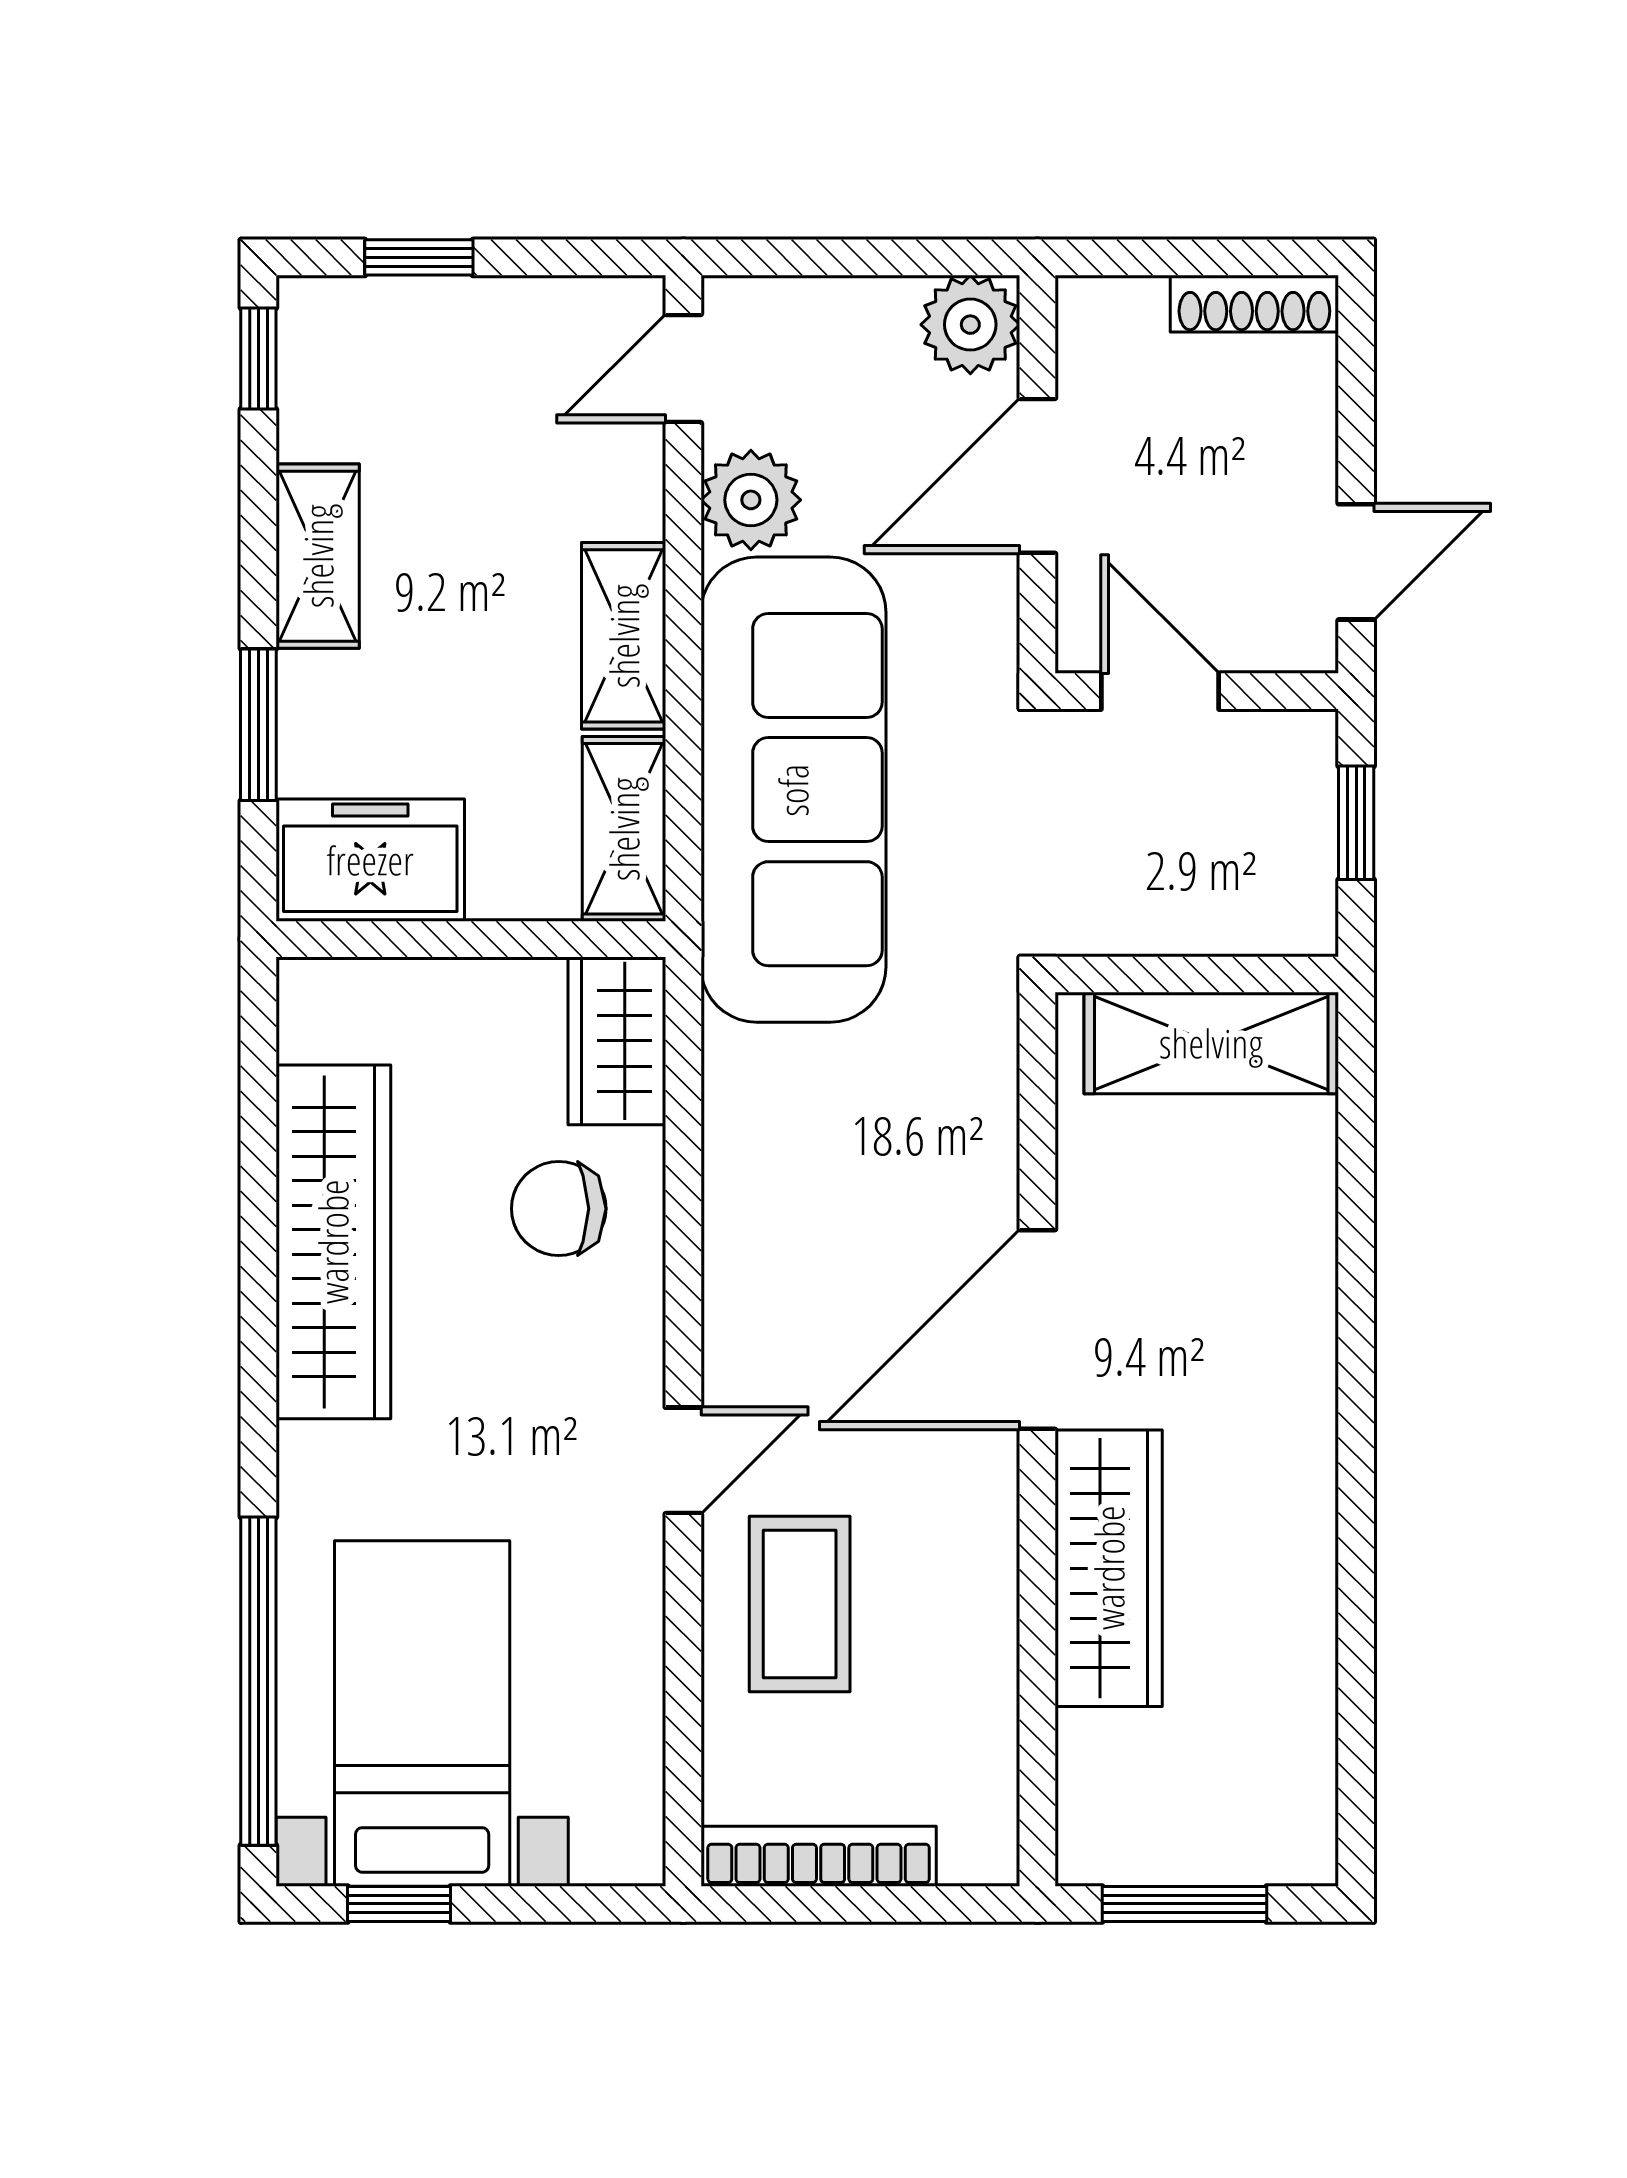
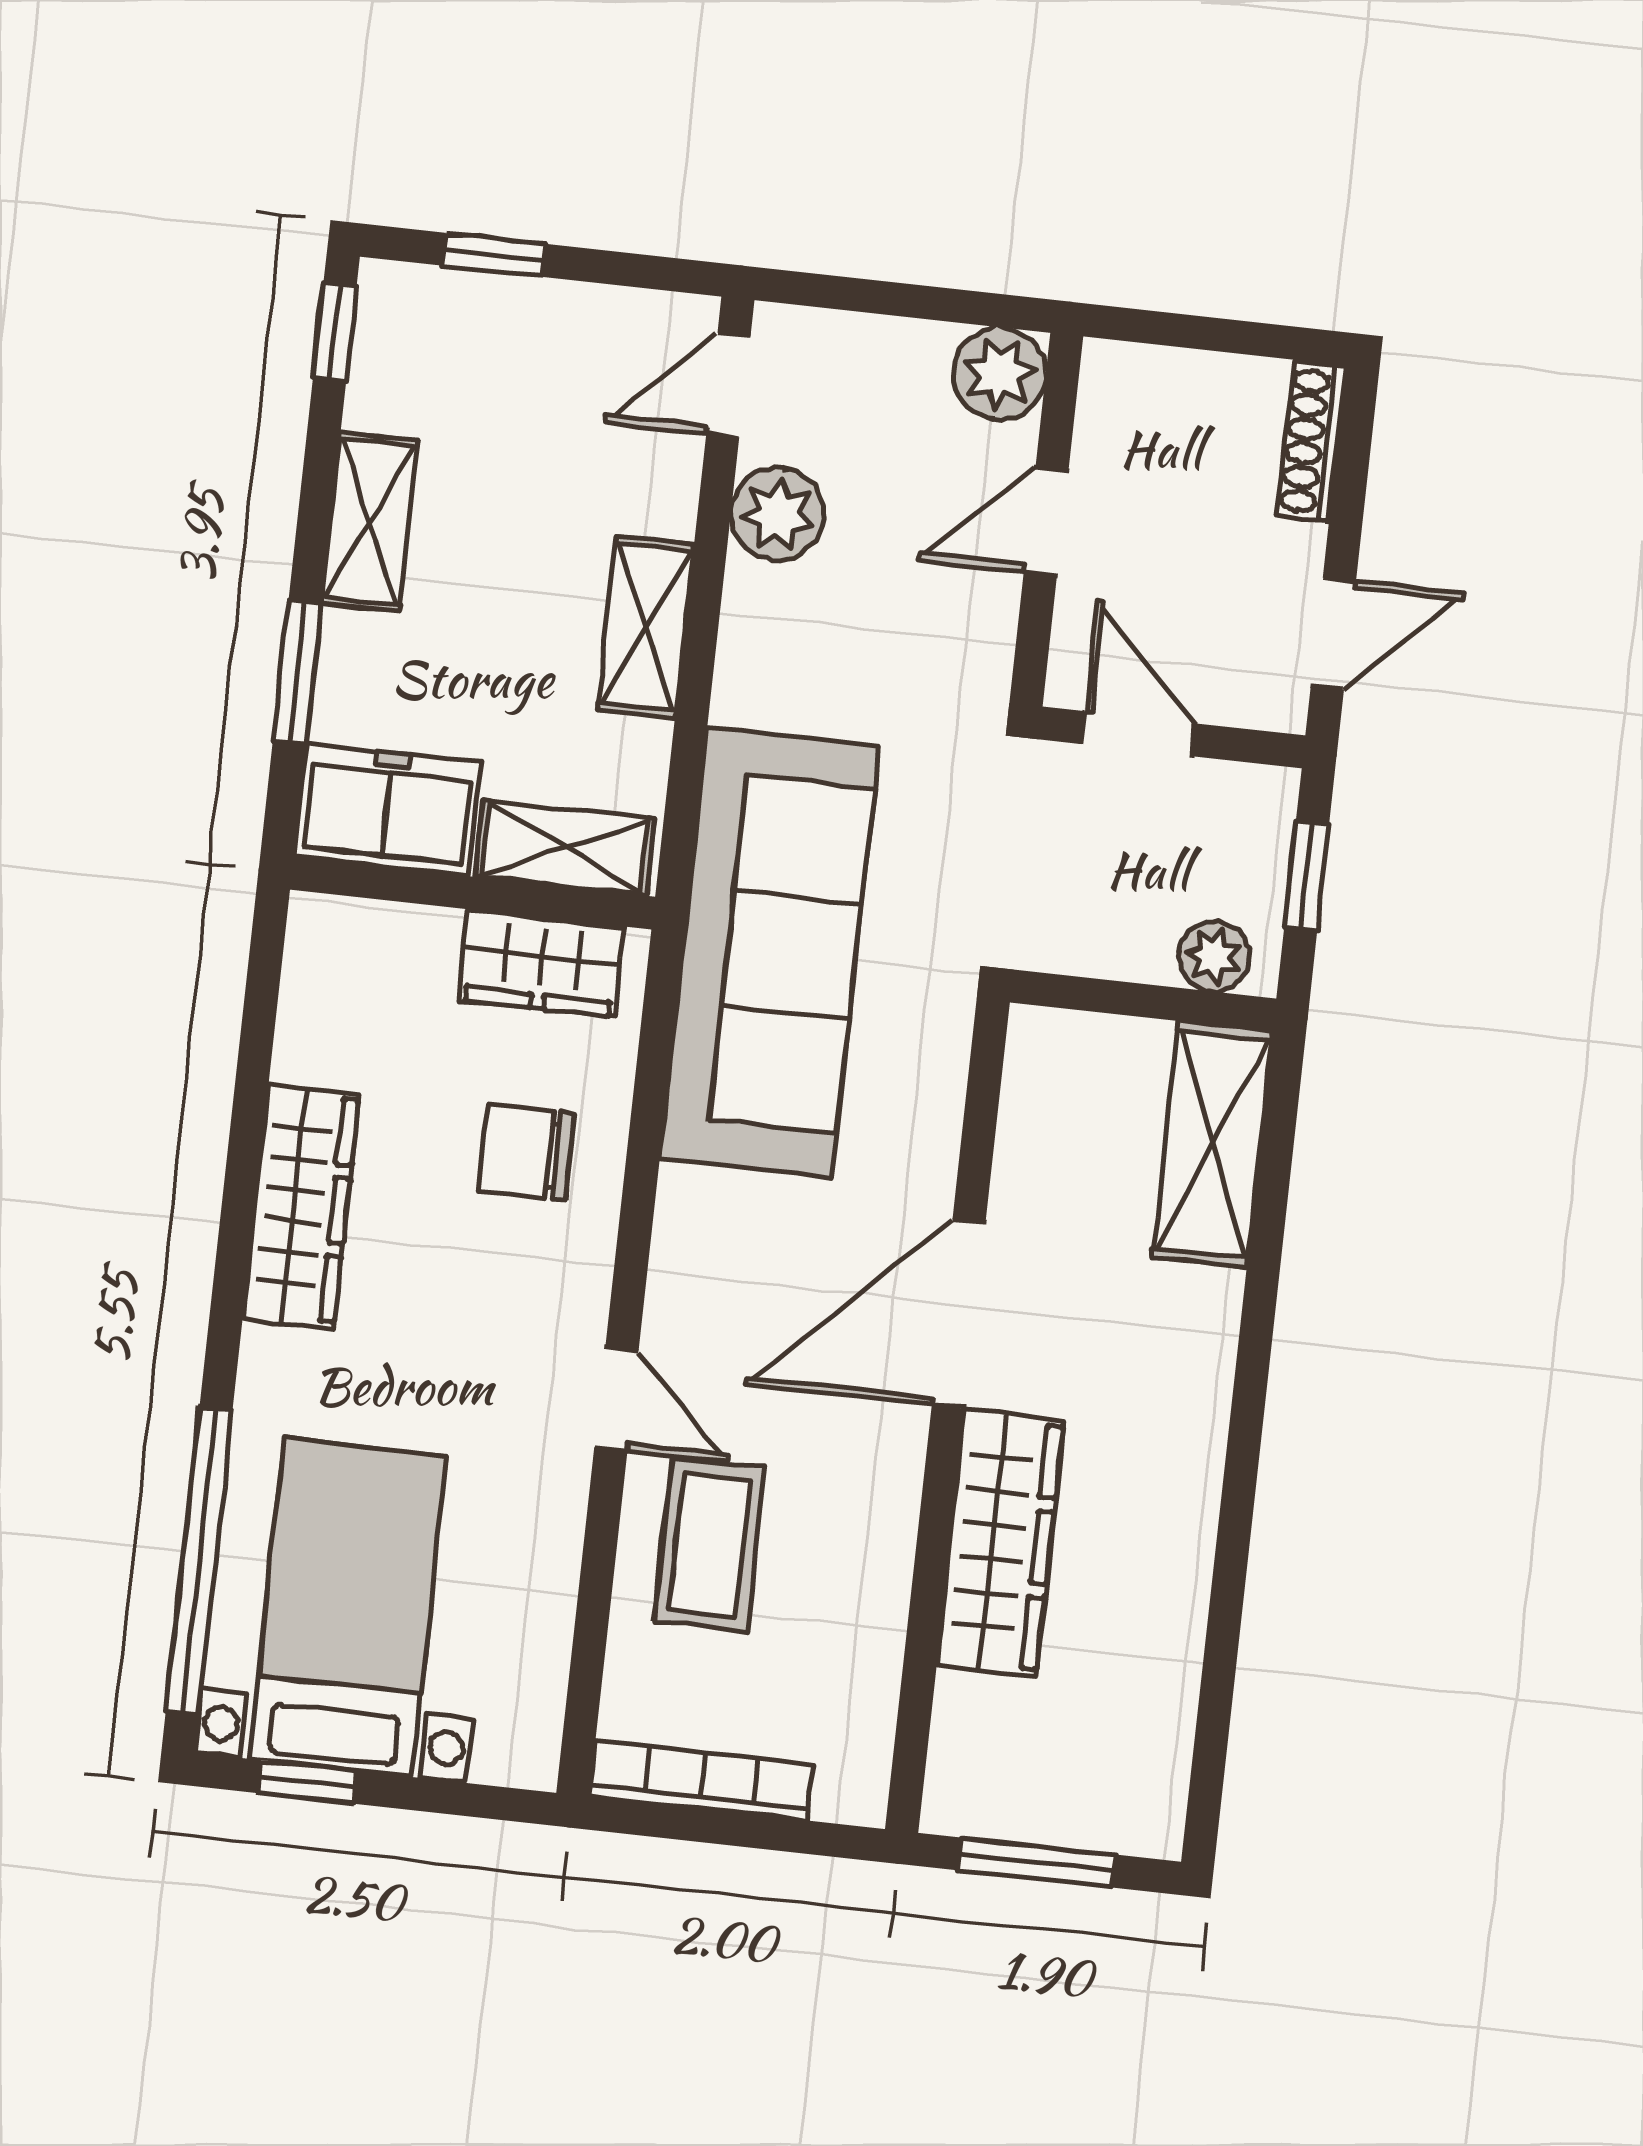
shoe rack: (1254, 304) -> (1311, 442), moved, turned 90
door: (1037, 476) -> (1046, 521), width x0.73
sofa: (793, 790) -> (769, 952), moved
shelving: (624, 829) -> (565, 848), moved, turned 90
plant: (1267, 919) -> (1214, 956), added
wardrobe: (617, 1041) -> (541, 963), moved, turned -90
shelving: (1211, 1043) -> (1213, 1144), moved, turned 90
wardrobe: (333, 1242) -> (301, 1207), width x0.71, depth x0.85
door: (683, 1460) -> (616, 1399), hinge flipped

